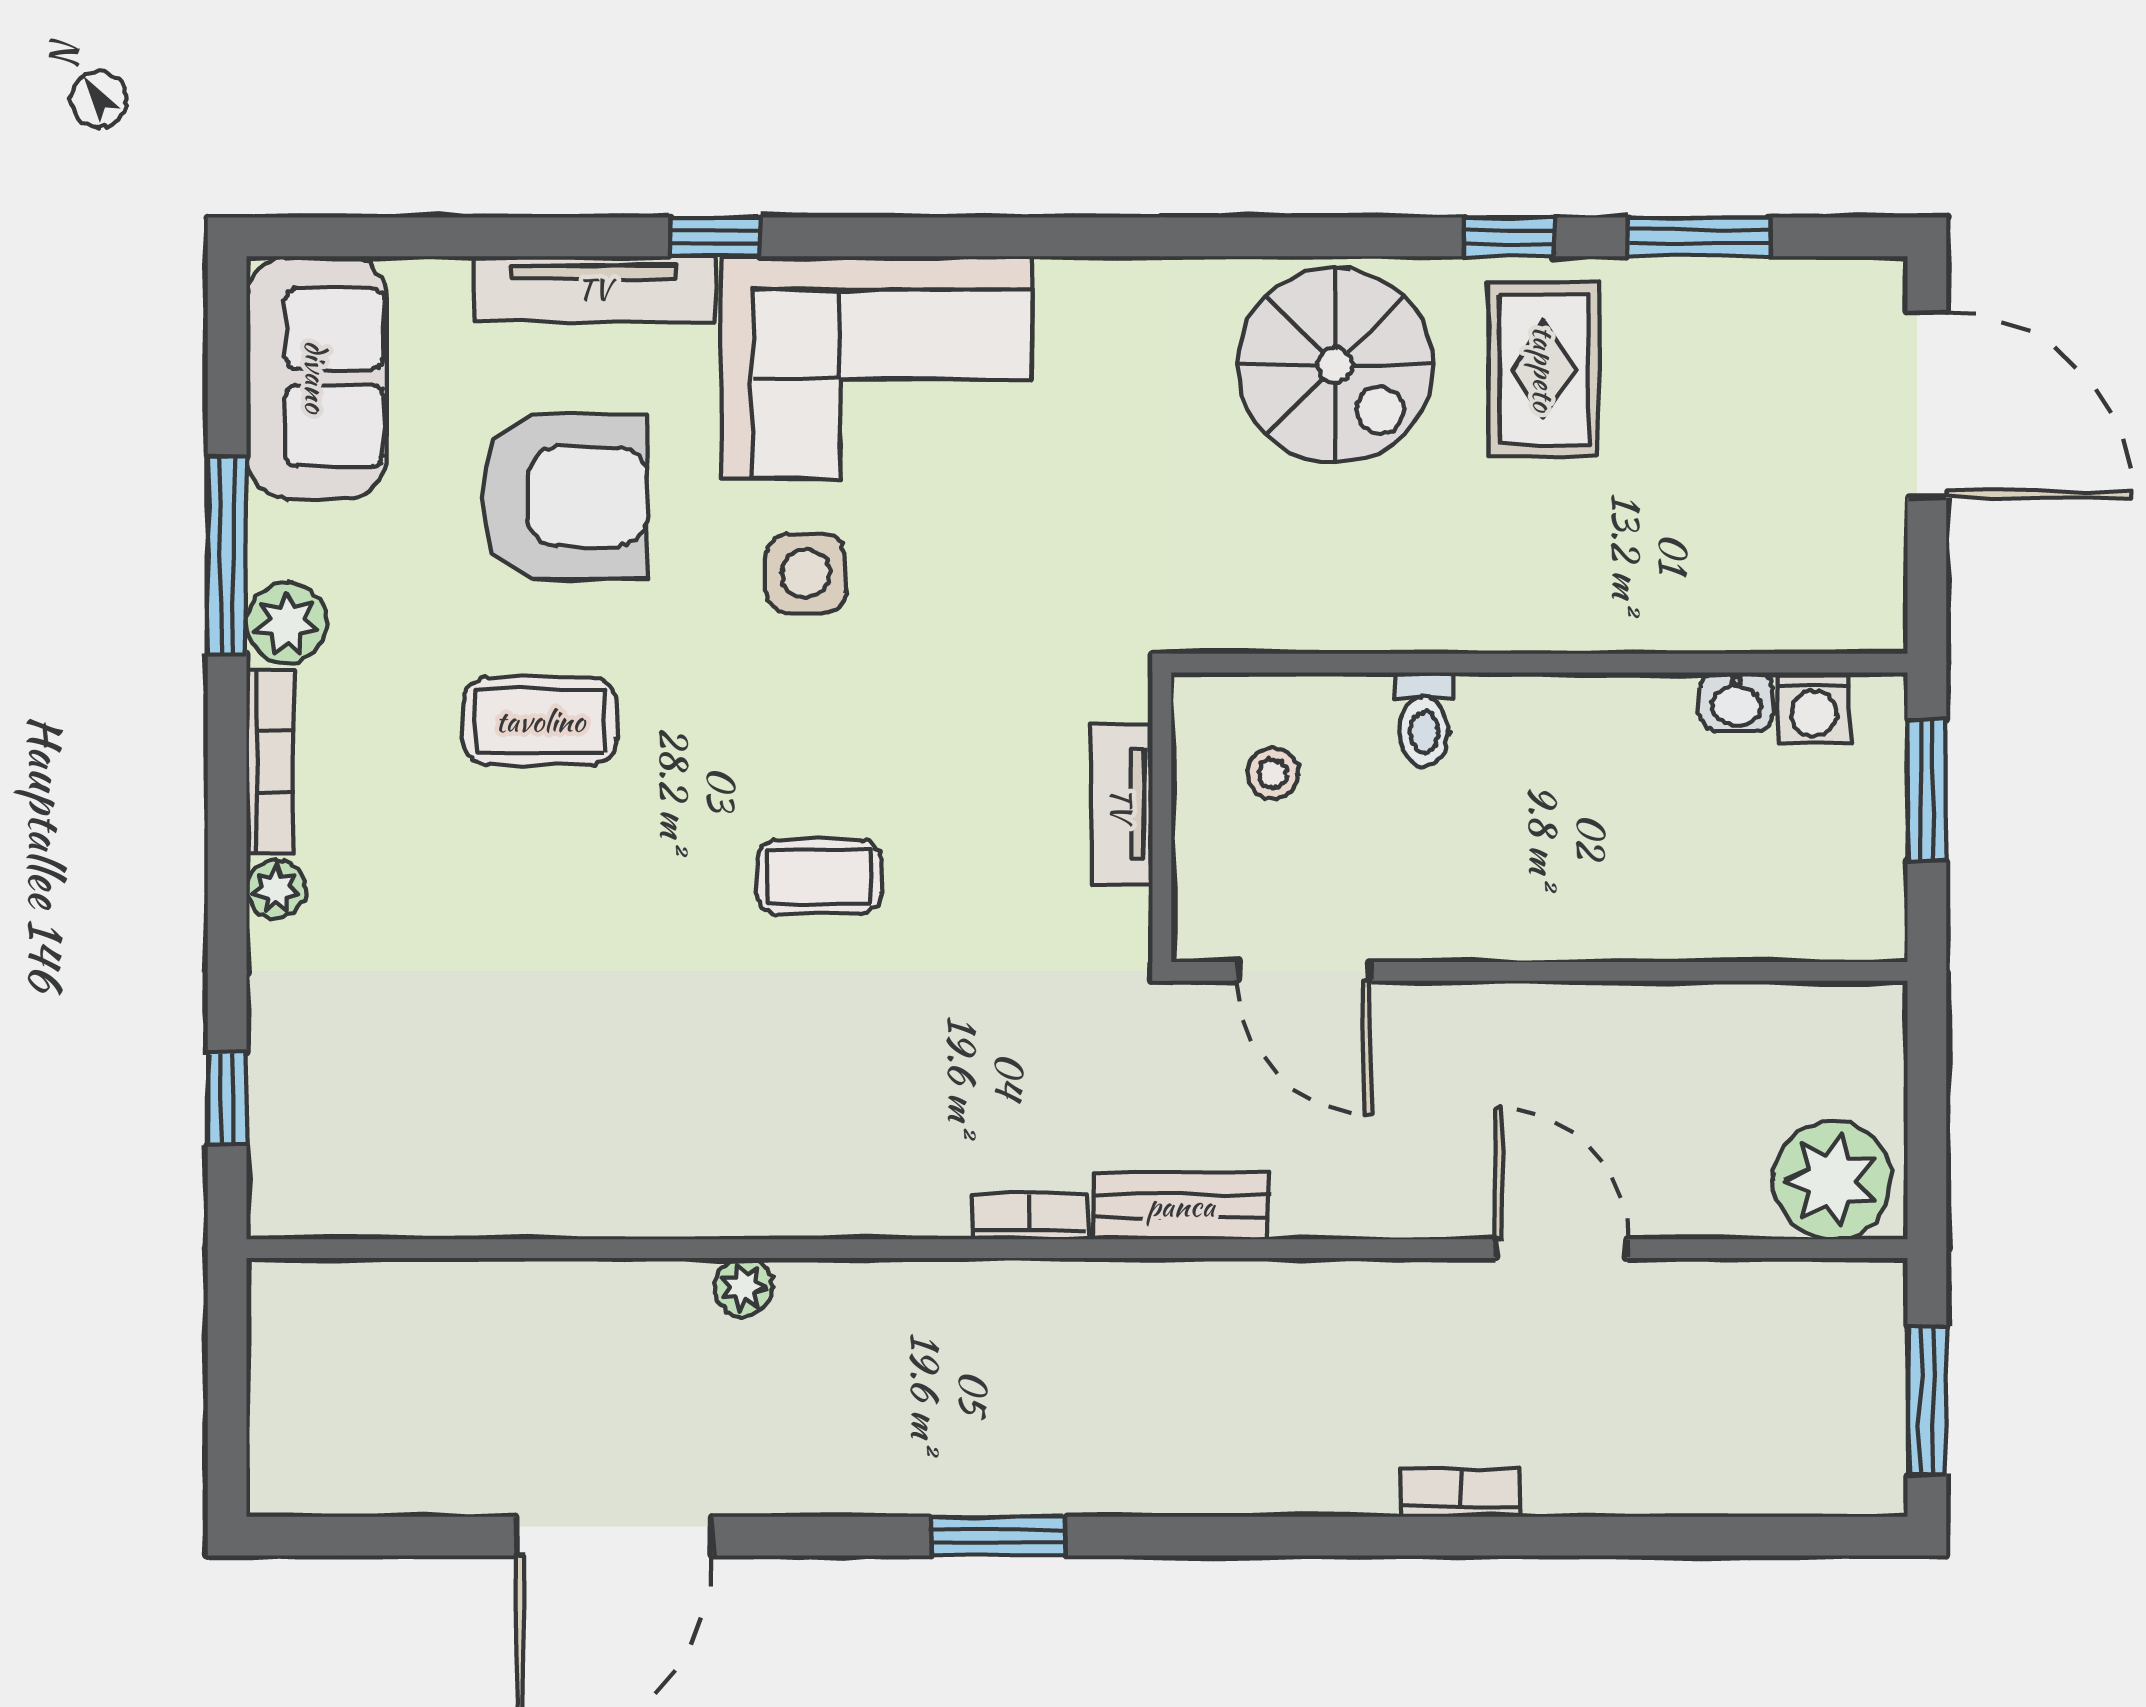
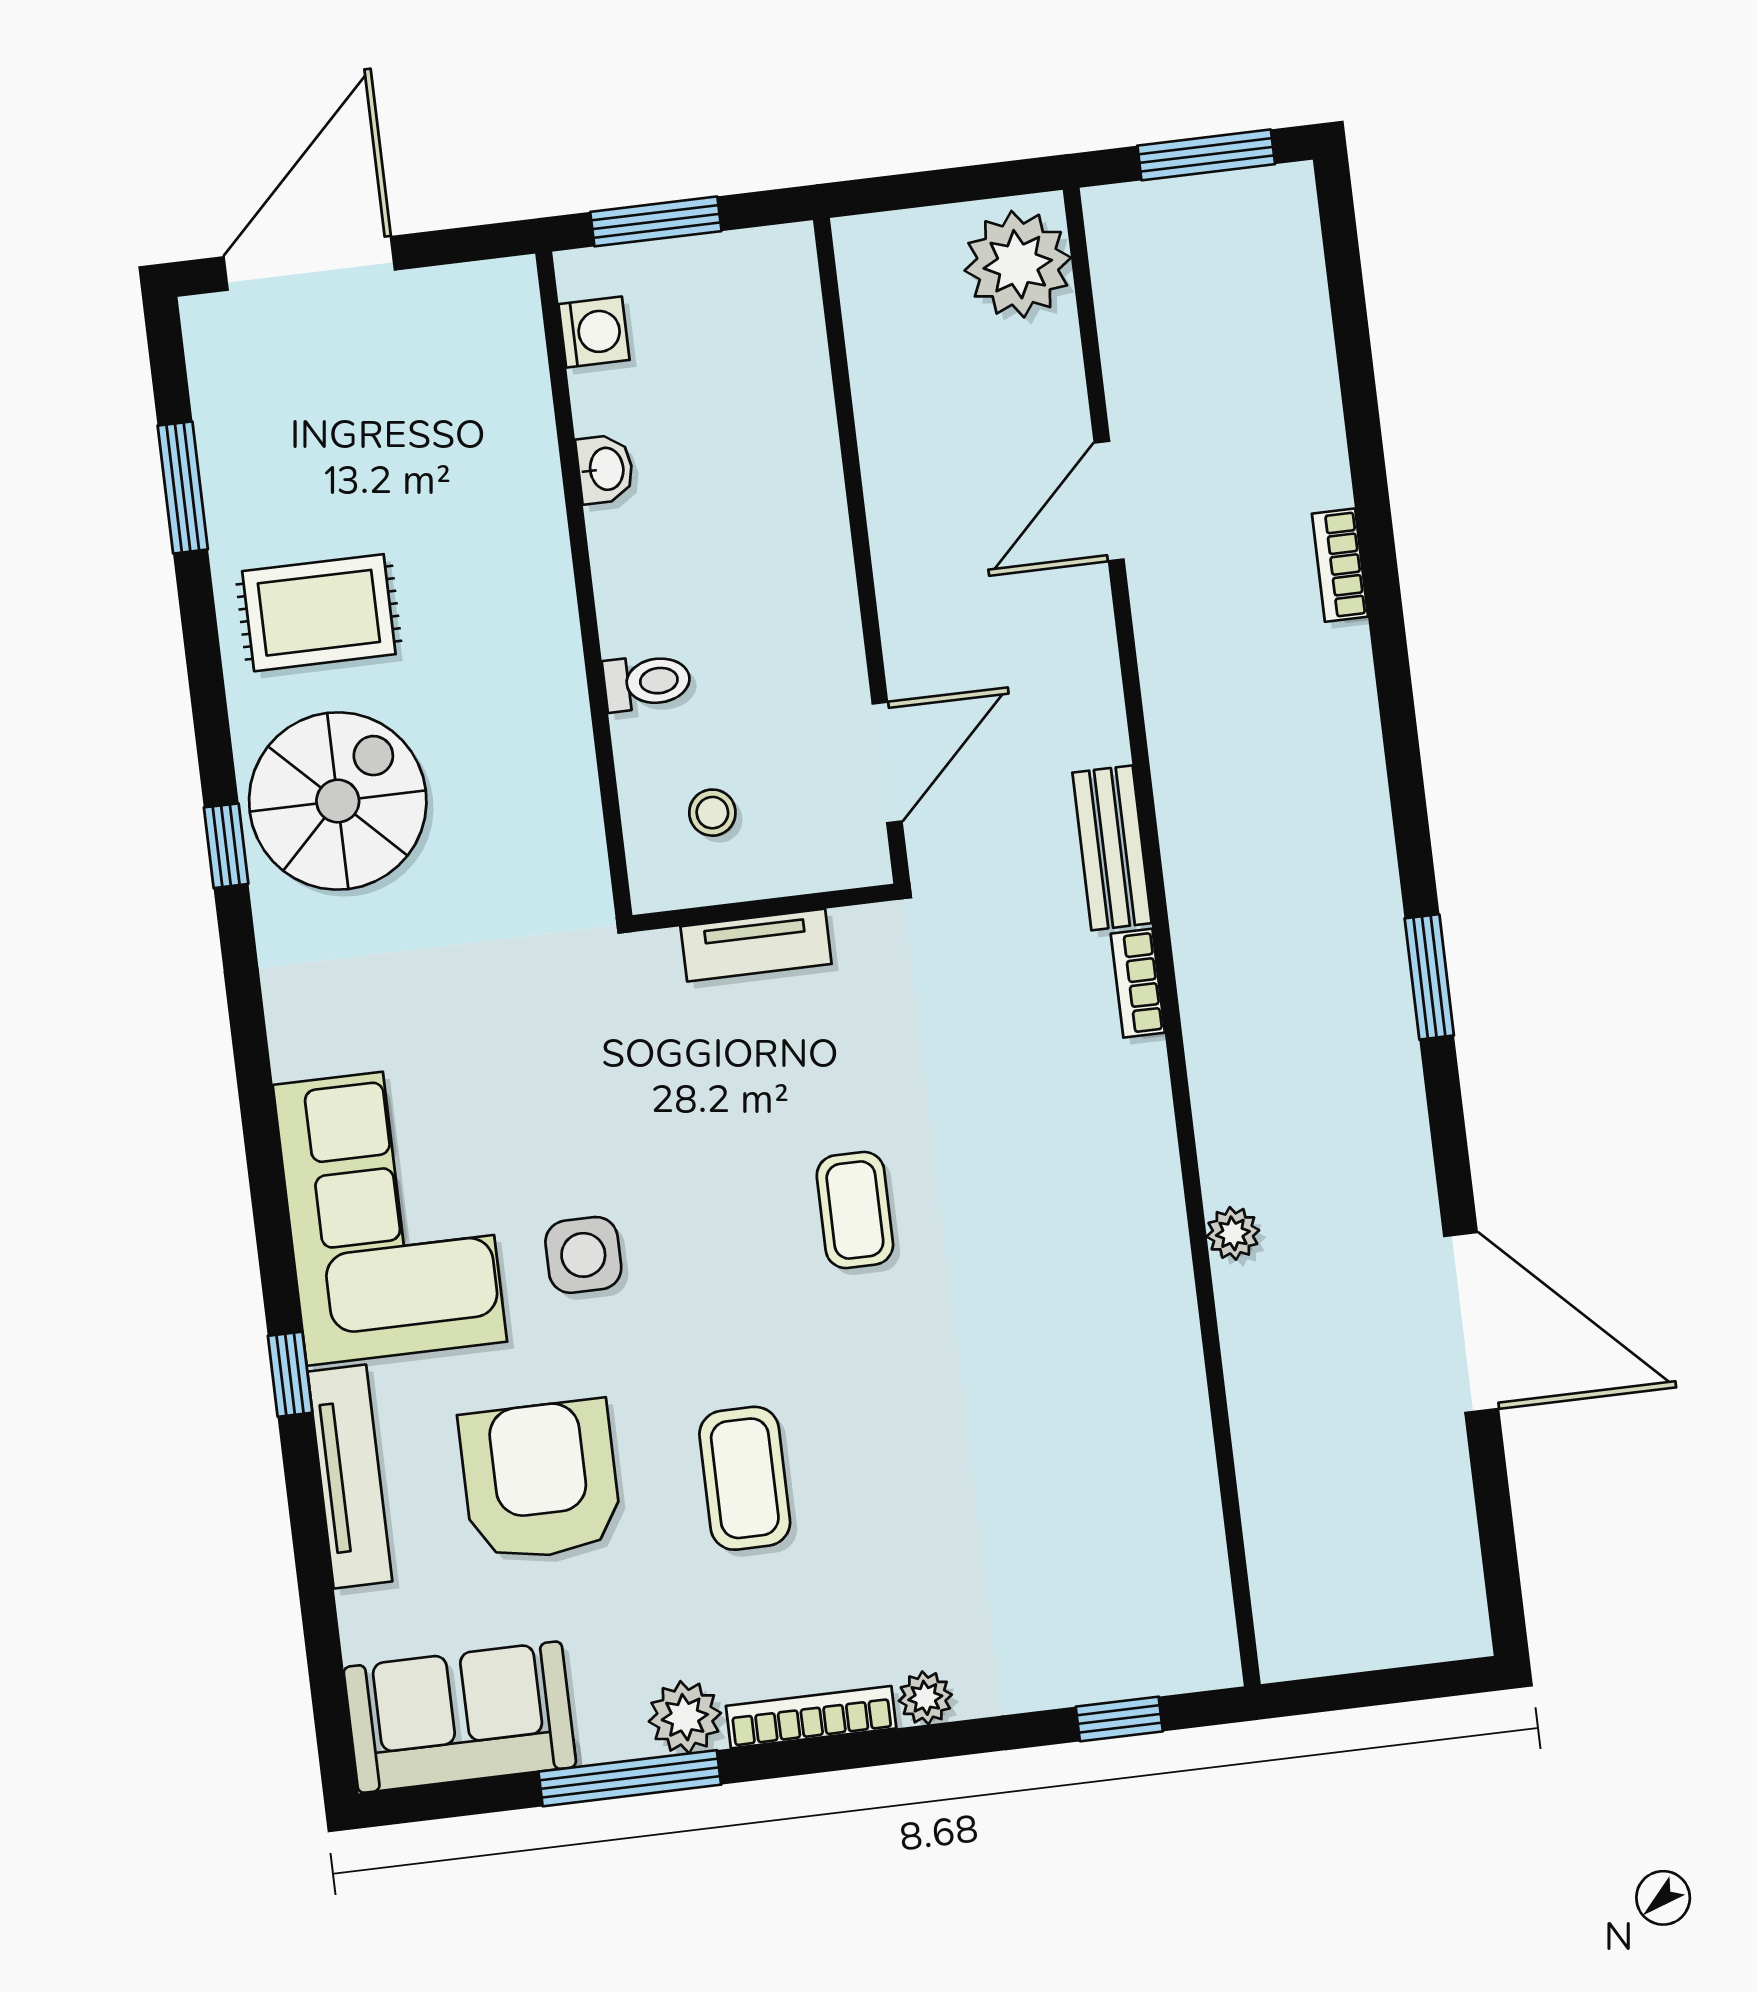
window: (1508, 237) -> (226, 846), moved
washbasin: (1737, 702) -> (605, 469), moved

